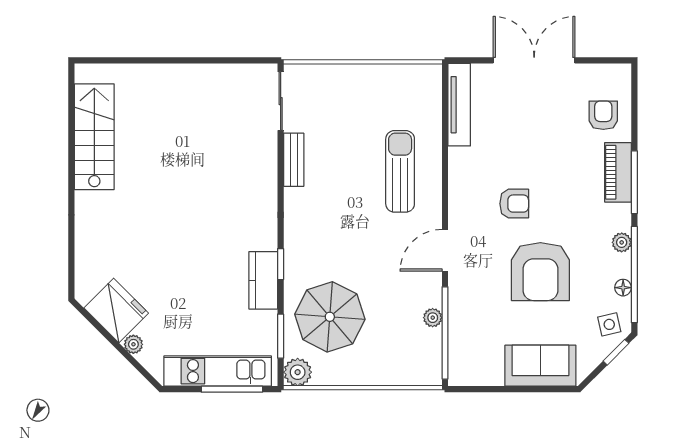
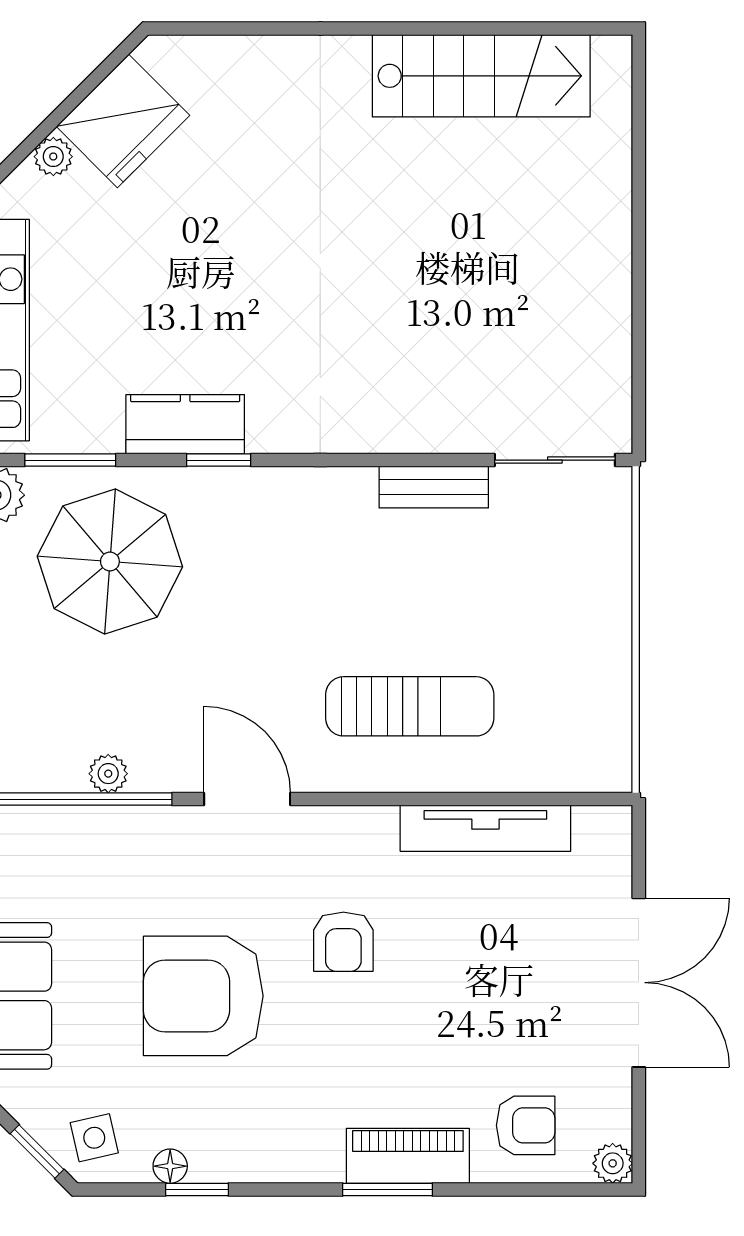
tv unit: (459, 105) -> (485, 828), moved
window: (634, 182) -> (388, 1189), width x0.69
plant: (622, 242) -> (613, 1163), moved
window: (634, 275) -> (197, 1189), width x0.32

